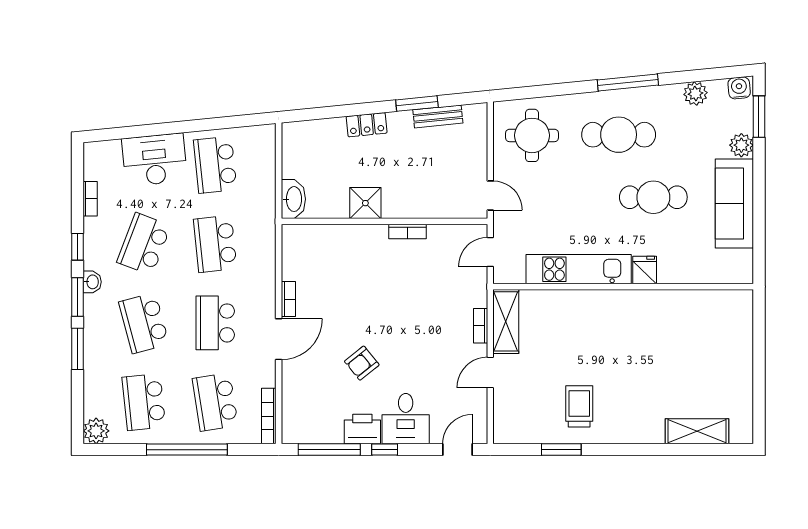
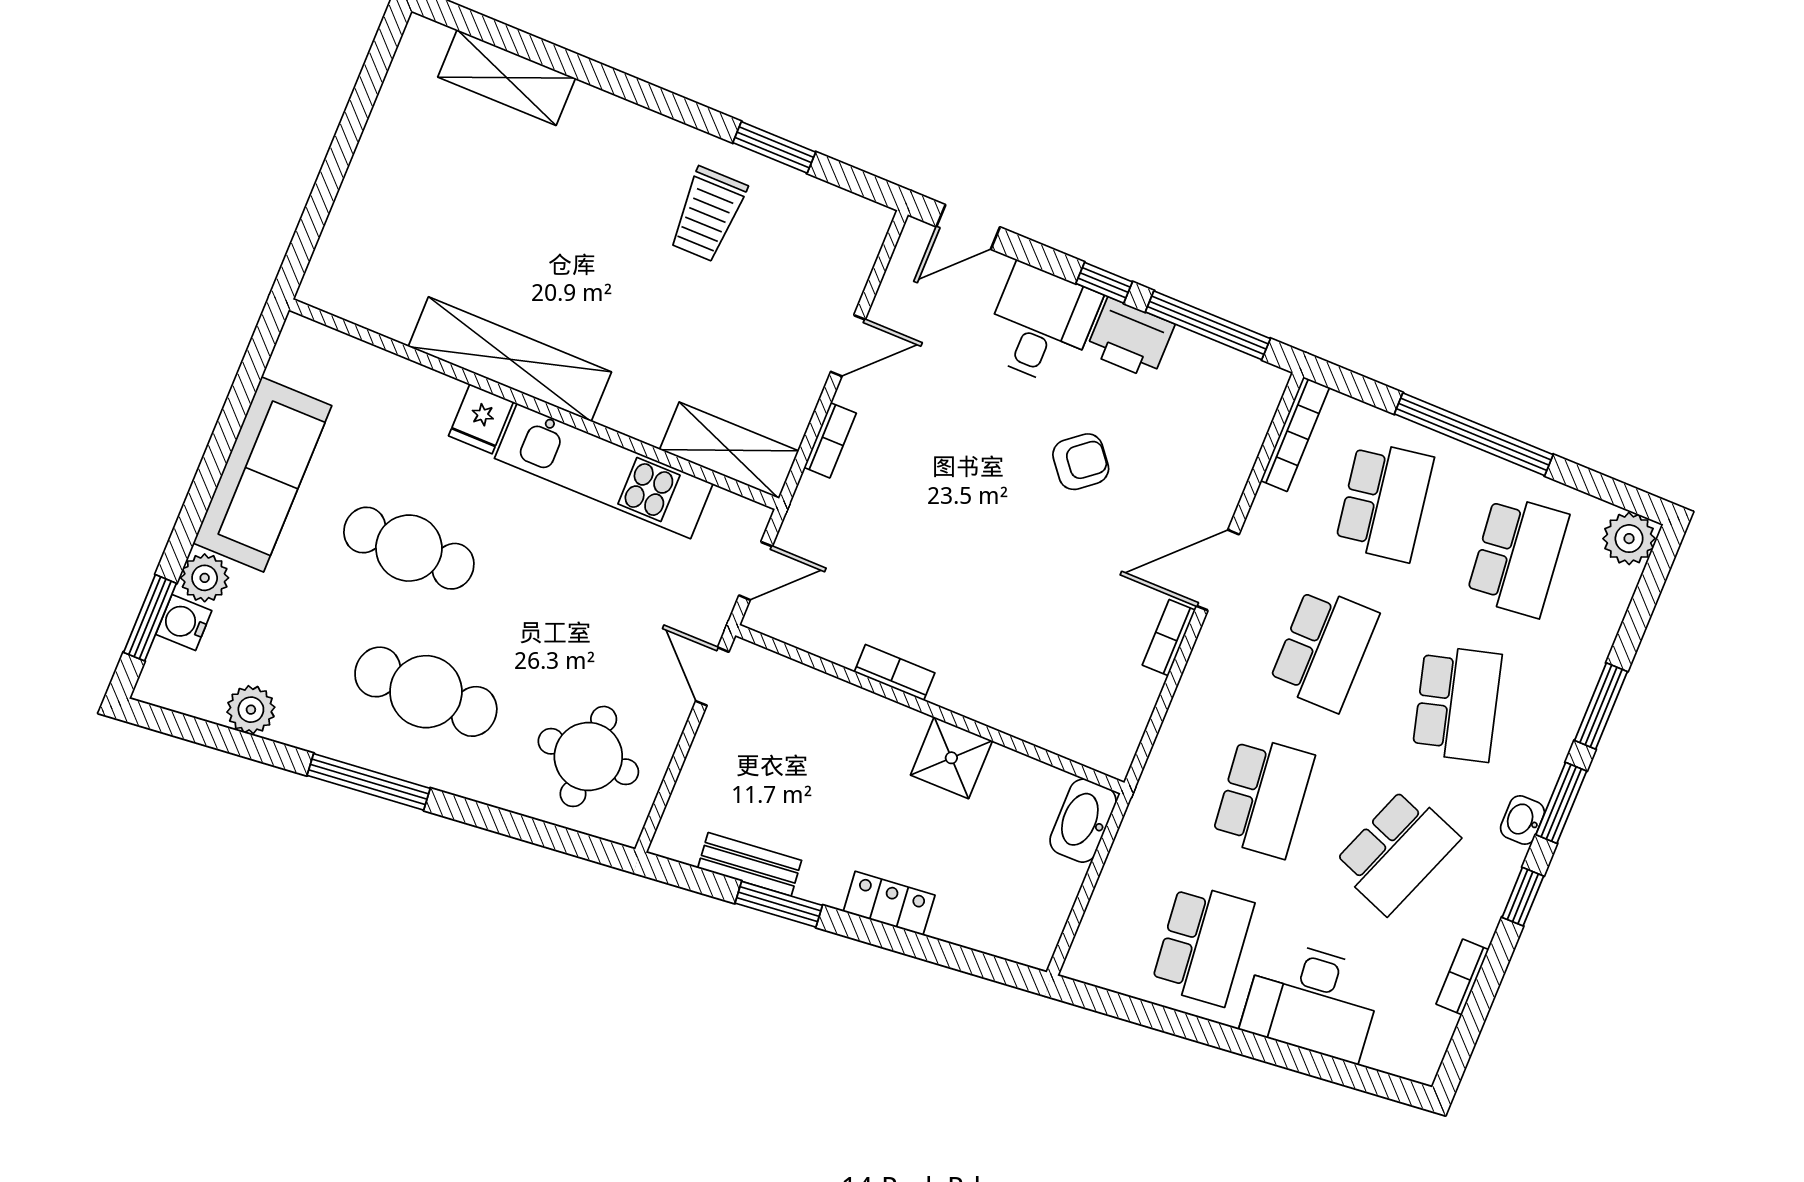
water cooler: (739, 88) -> (184, 623), moved, turned 96
shelving: (643, 303) -> (510, 359), added
shelving: (506, 321) -> (729, 450), moved, turned 90

